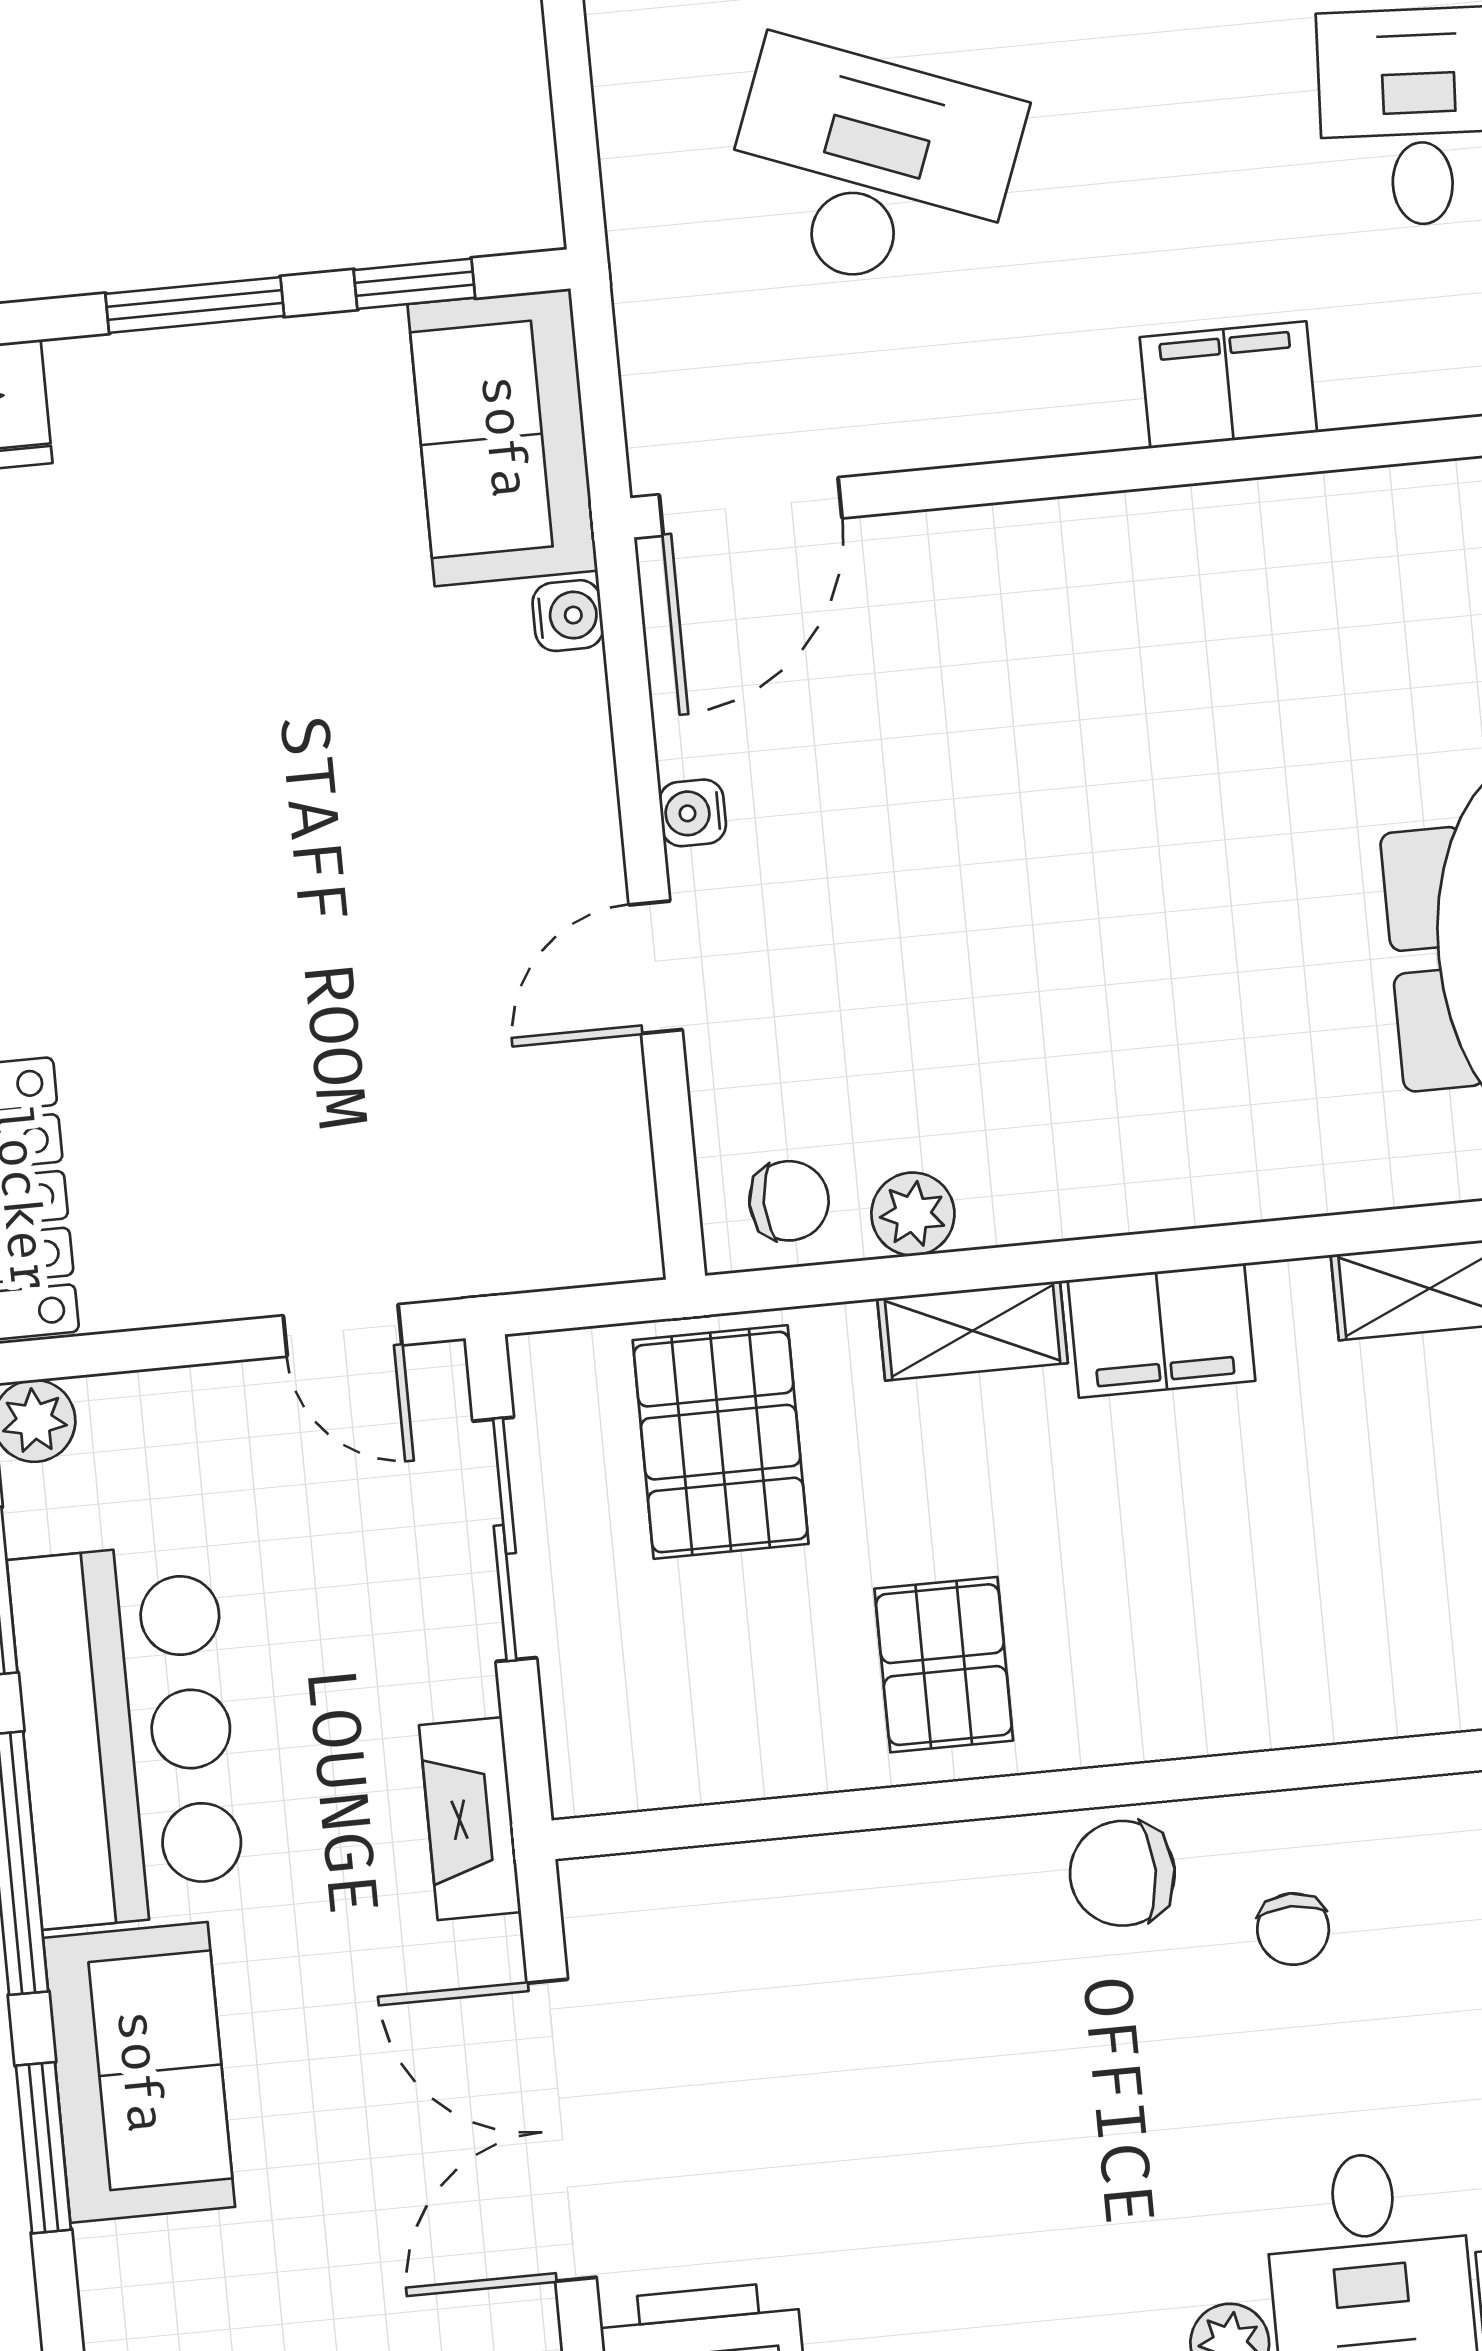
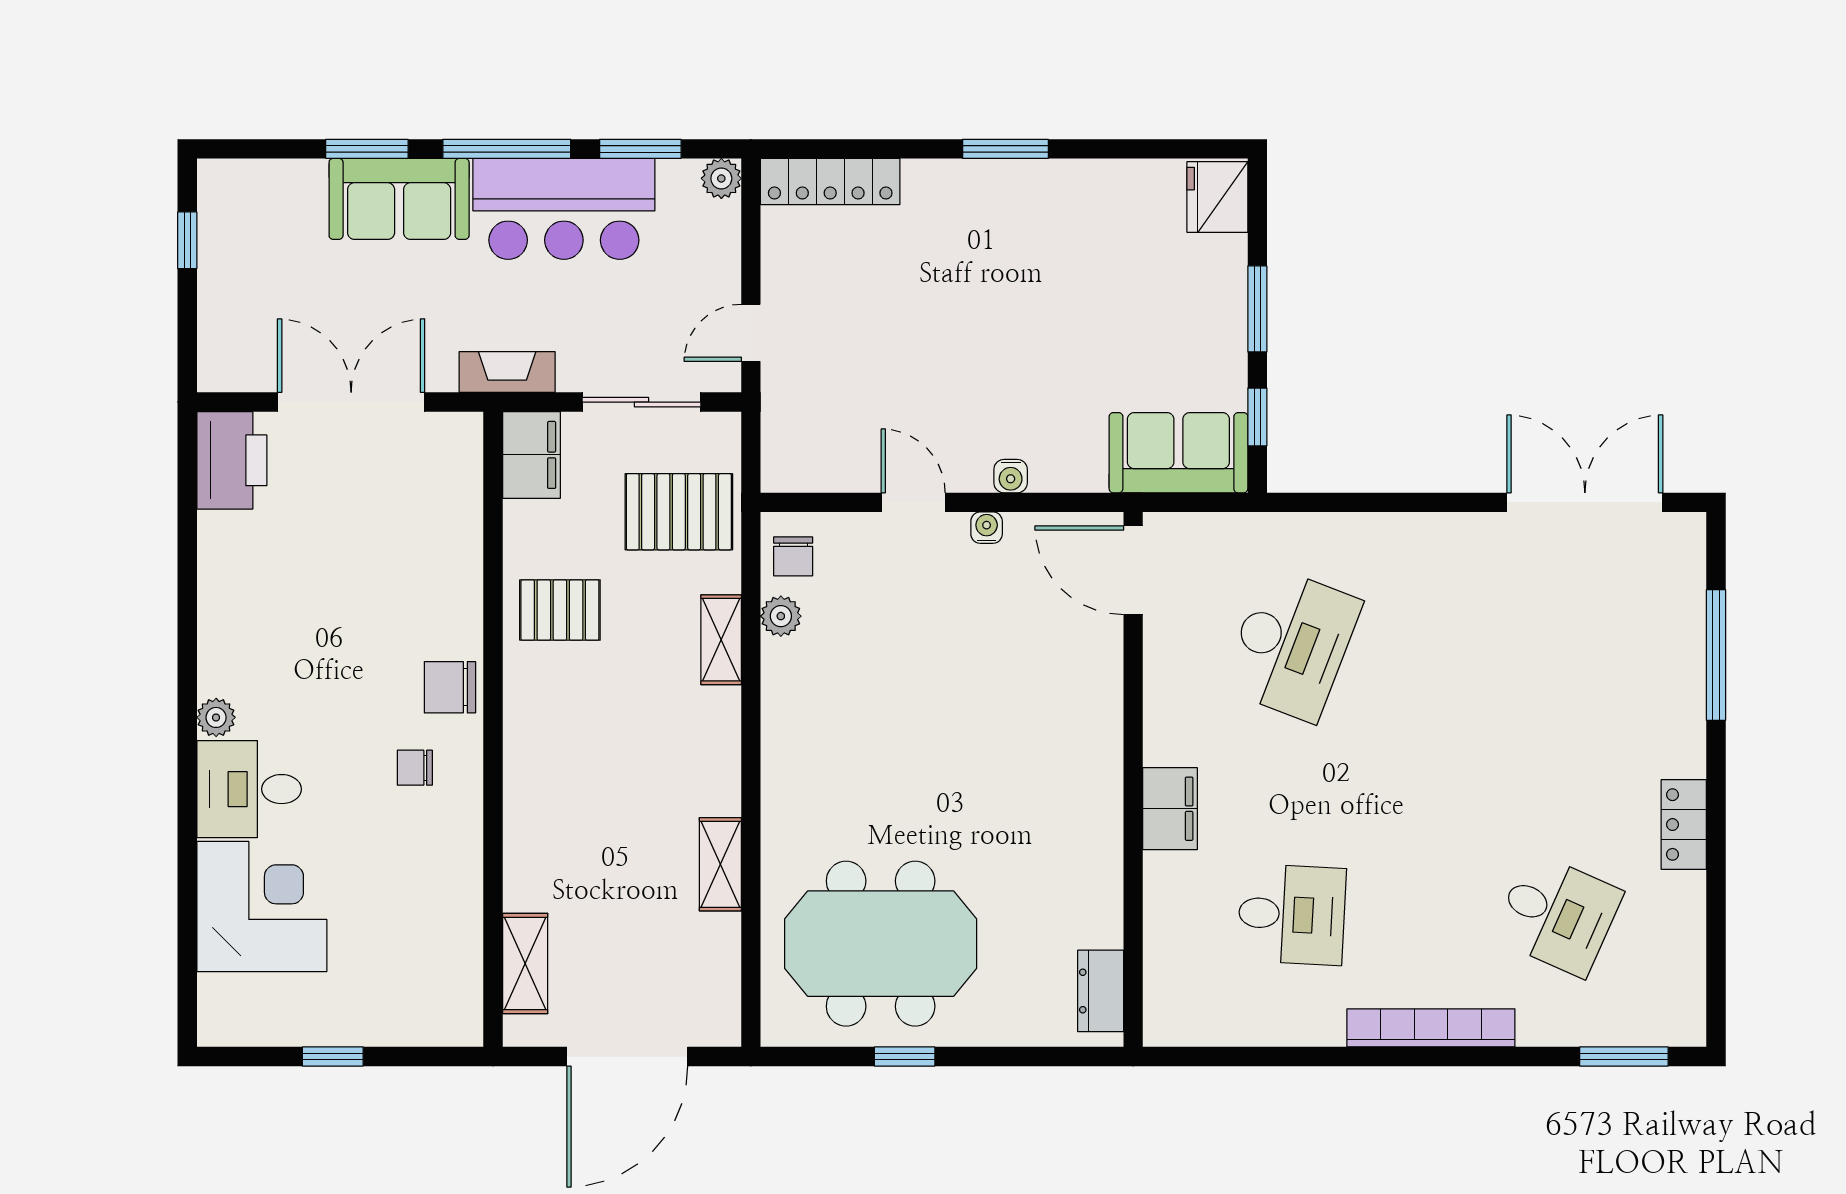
water cooler: (568, 616) -> (1011, 476), moved
filing cabinet: (1161, 1330) -> (531, 455), moved, turned 180
chair: (1122, 1873) -> (450, 687), turned -90

